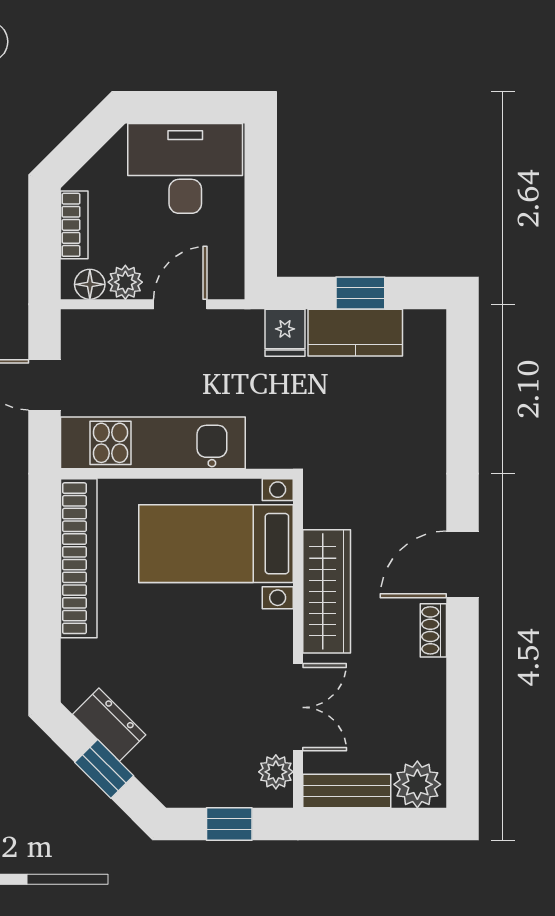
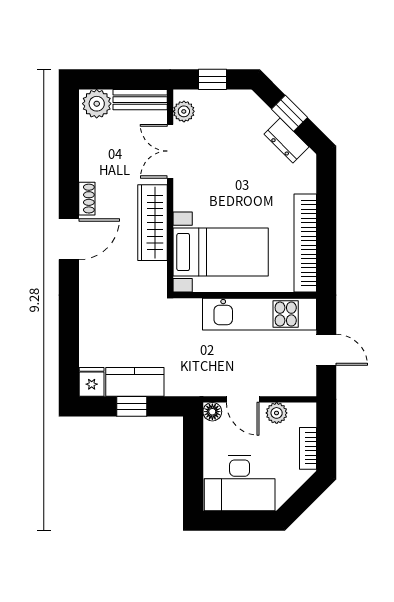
floor lamp: (90, 284) -> (212, 412), moved
door: (180, 304) -> (243, 399), hinge flipped
fridge: (285, 333) -> (92, 382), moved

